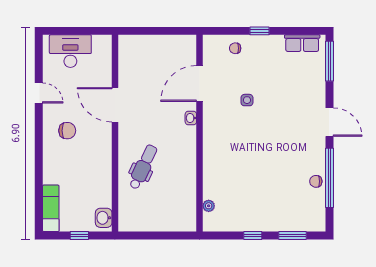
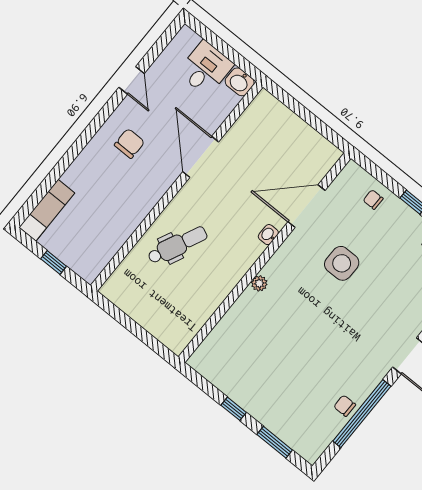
desk: (70, 51) -> (206, 68), width x0.73
side table: (247, 100) -> (342, 263), width x1.87, depth x1.87
chair: (67, 131) -> (129, 143), turned -90
plant: (209, 206) -> (259, 283), moved
washbasin: (104, 218) -> (240, 82), moved, turned -90

